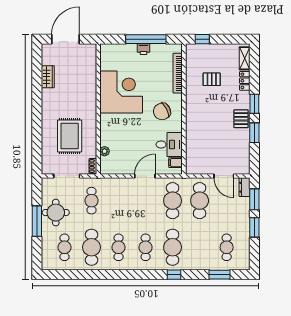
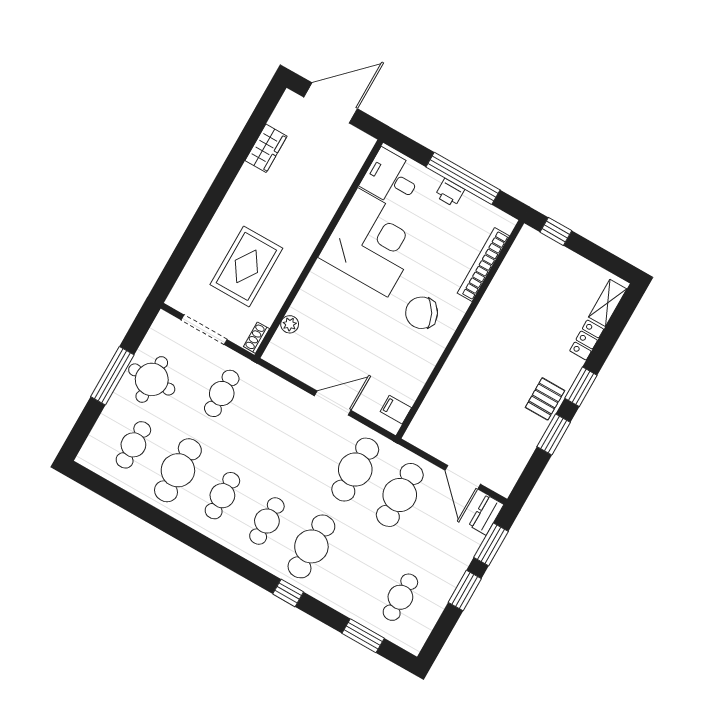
pallet: (212, 79) -> (534, 306), removed
desk: (169, 145) -> (391, 178), moved, turned 180

